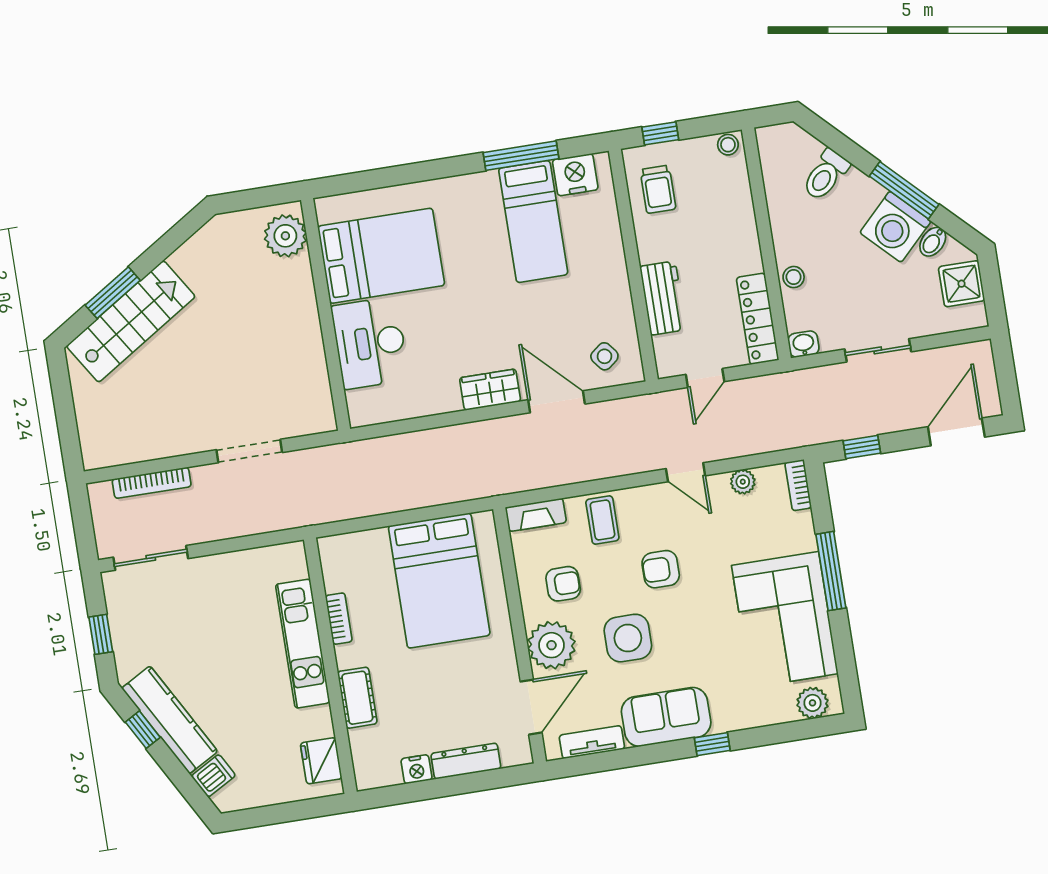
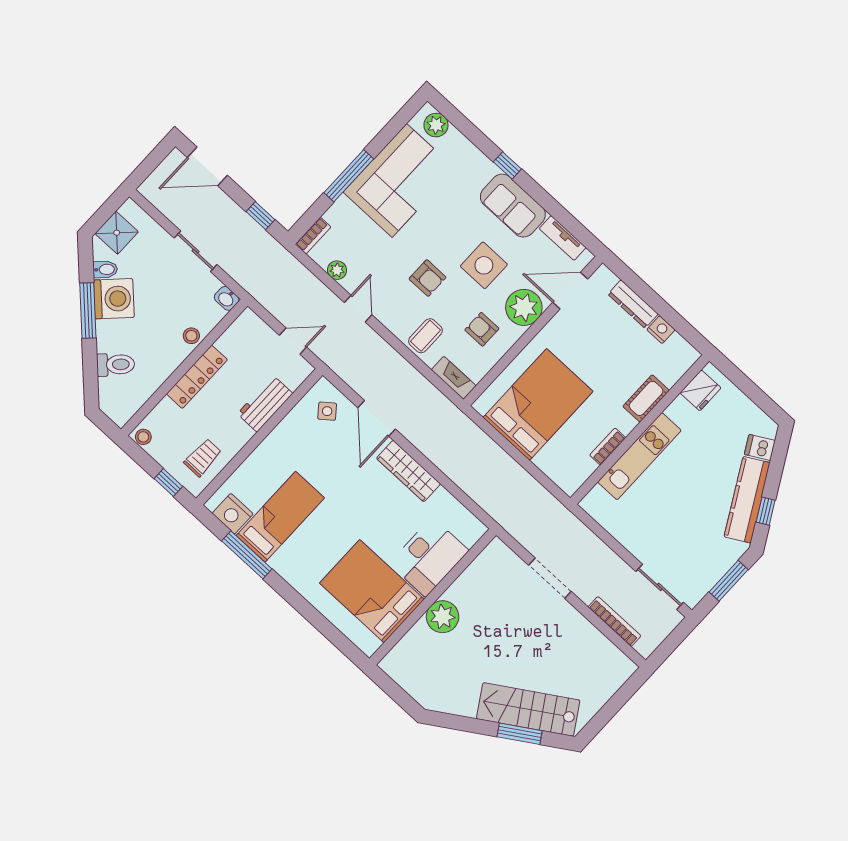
plant: (285, 236) -> (443, 617), moved
locker: (758, 319) -> (197, 377), moved
wardrobe: (490, 390) -> (408, 471), width x1.50
window: (101, 634) -> (729, 581), width x1.50

